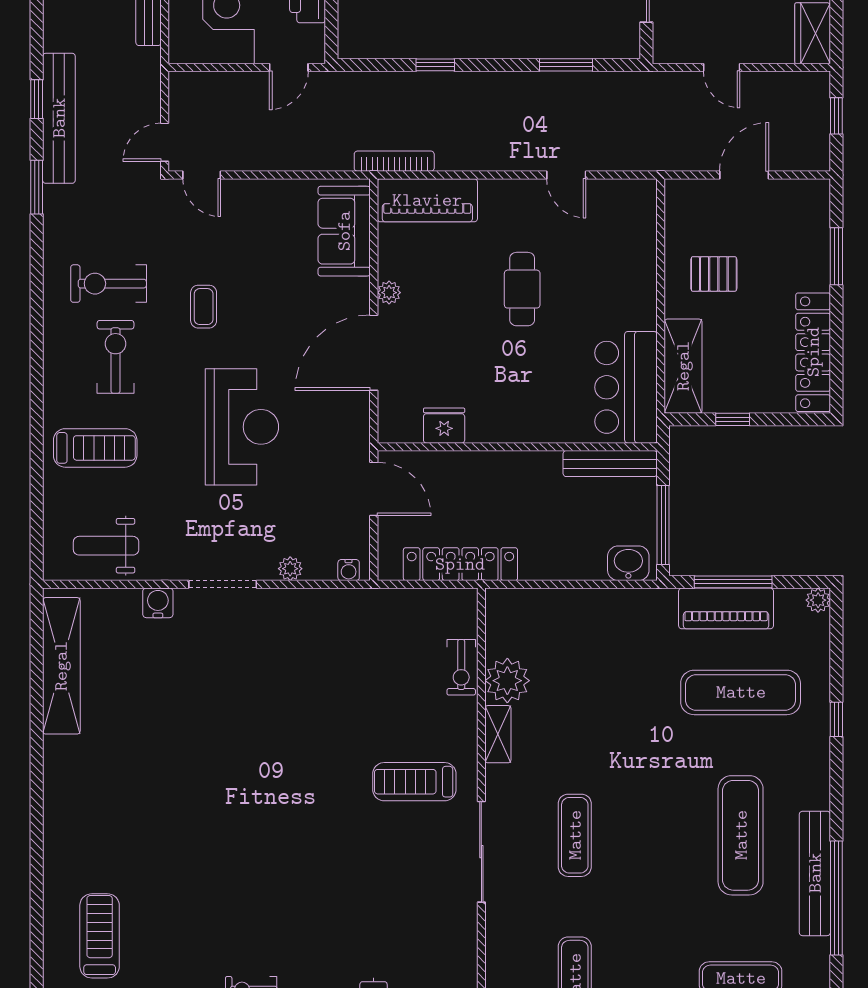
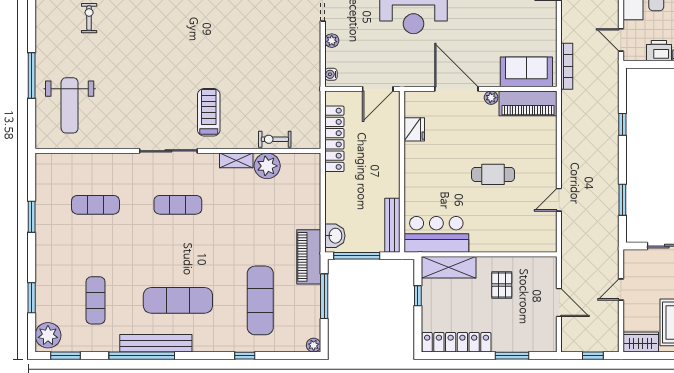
bookcase: (394, 161) -> (567, 66), moved
piano: (427, 200) -> (528, 103), moved, turned -90
piano: (726, 608) -> (309, 257), moved

